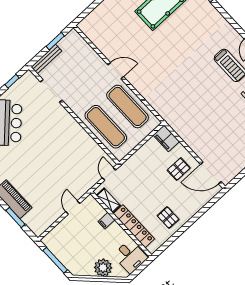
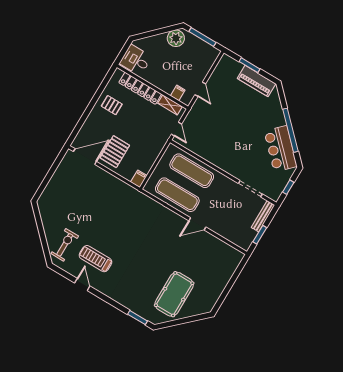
filing cabinet: (166, 138) -> (139, 179), width x0.50
pallet: (179, 169) -> (115, 152), width x1.50, depth x1.42
filing cabinet: (106, 221) -> (178, 93), moved
plant: (103, 268) -> (176, 38), moved

